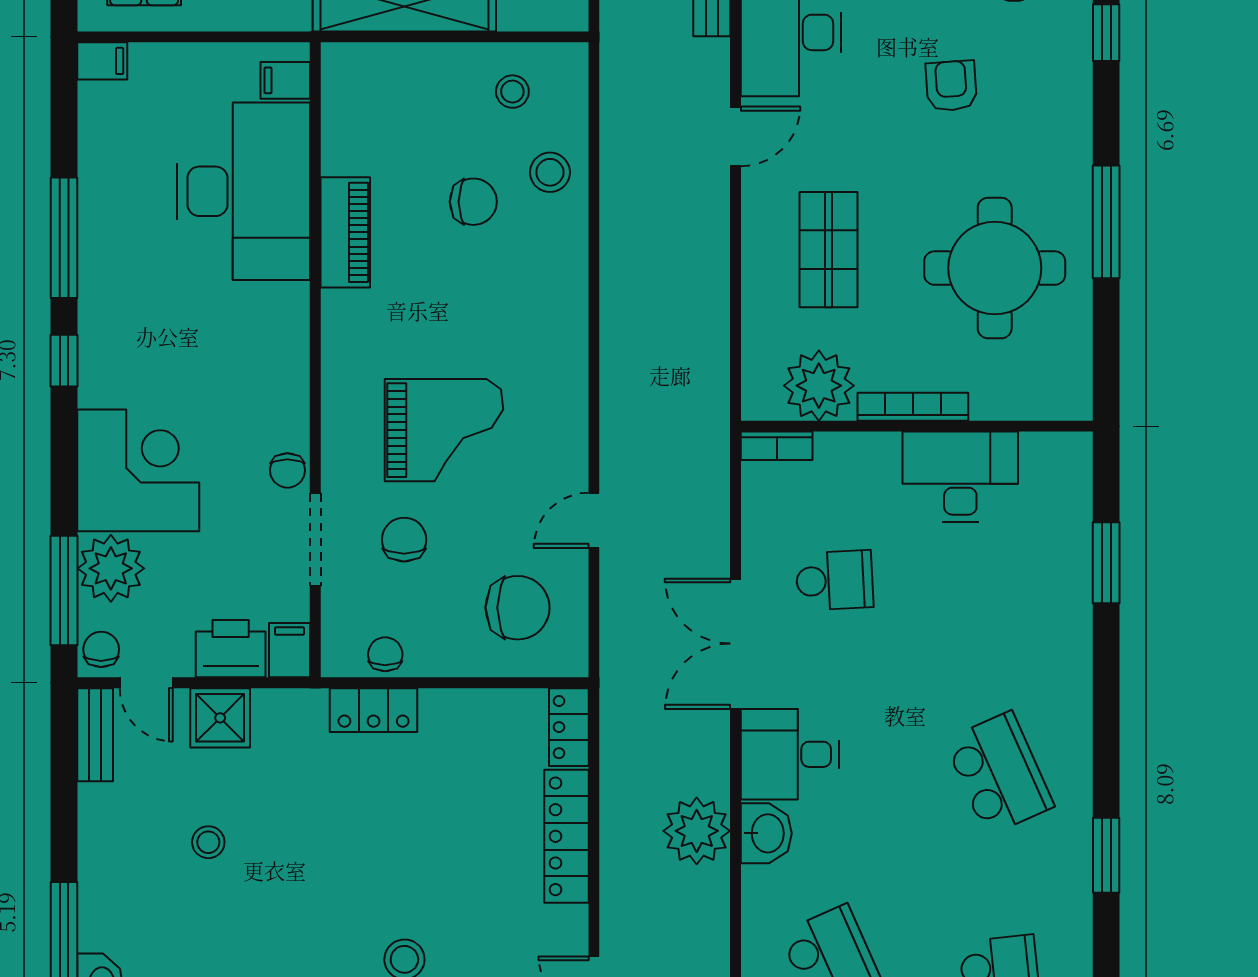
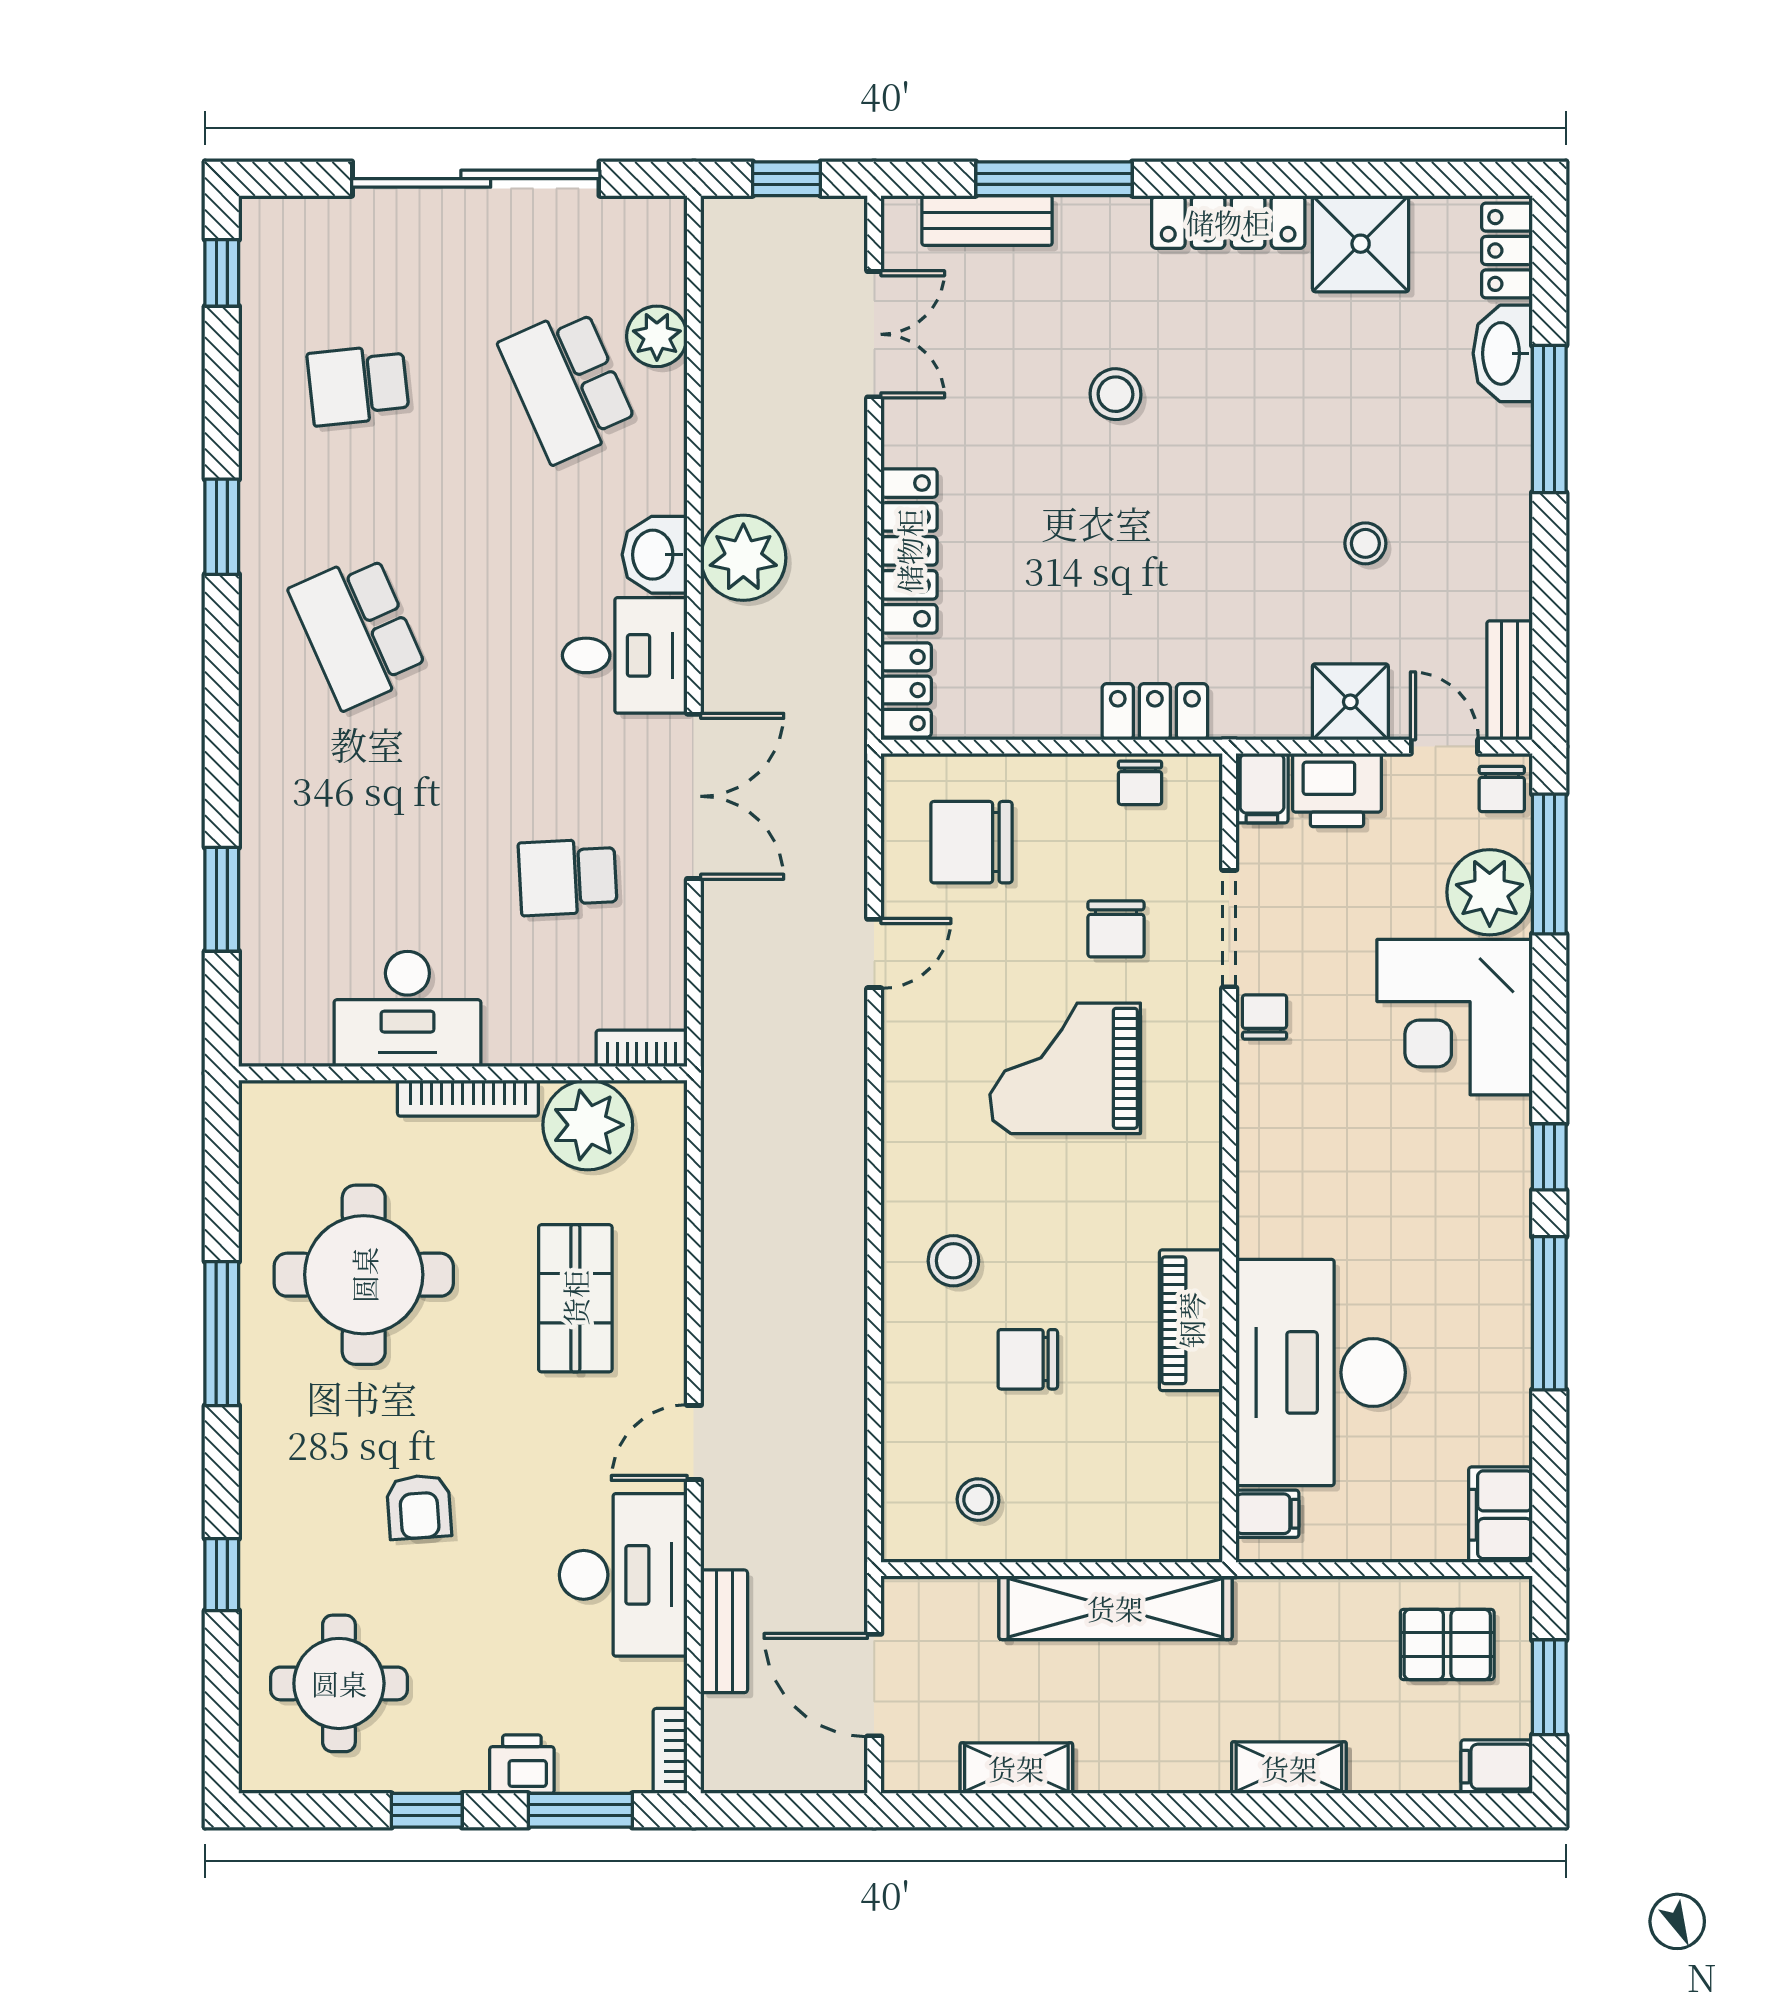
filing cabinet: (102, 61) -> (1500, 1515), width x2.00
stool: (550, 172) -> (953, 1261), moved

